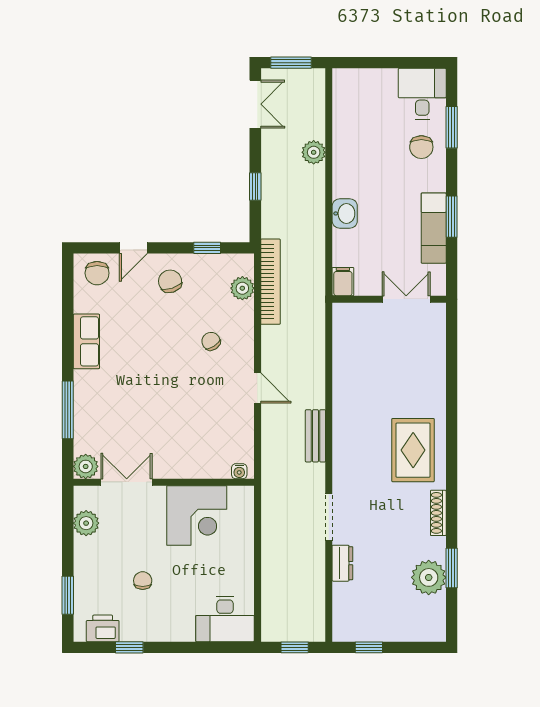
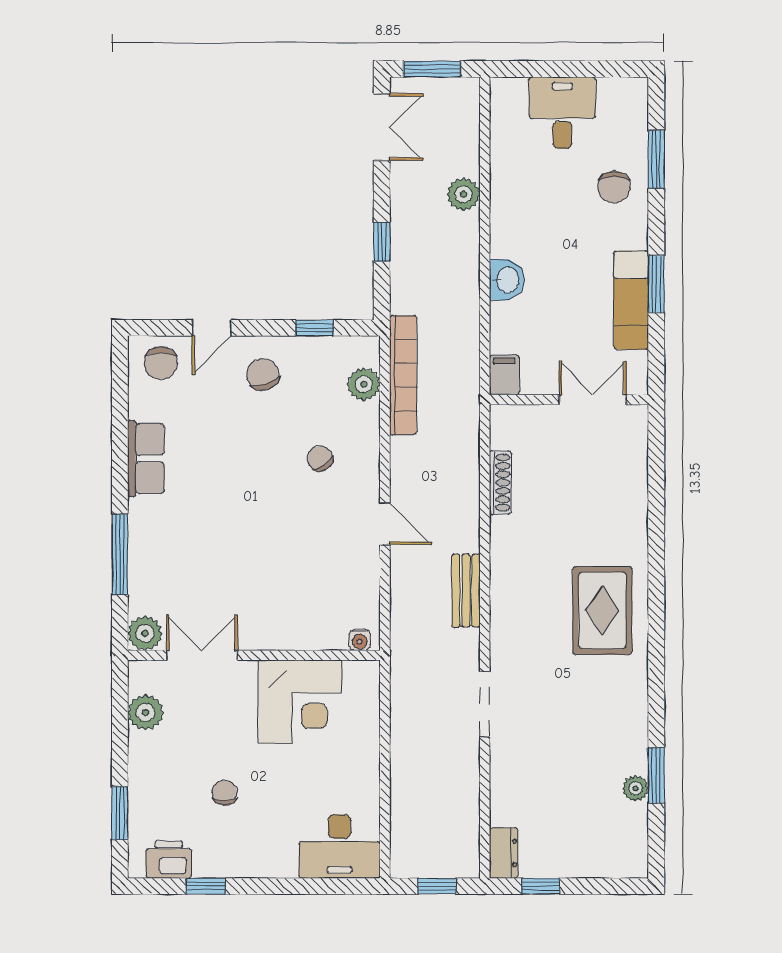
desk: (422, 94) -> (562, 113), moved
shoe rack: (438, 513) -> (500, 483), moved, turned 180
dresser: (342, 563) -> (504, 853), moved
plant: (429, 577) -> (635, 788), width x0.53, depth x0.53

